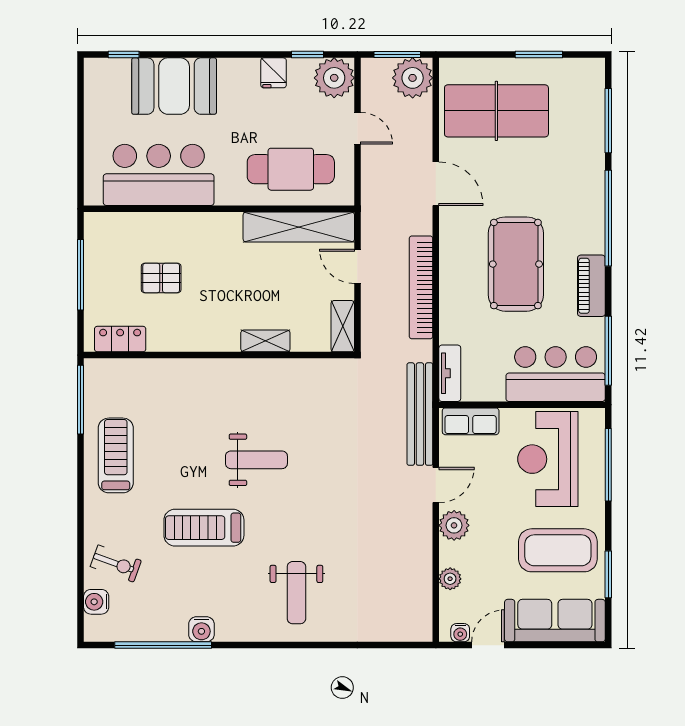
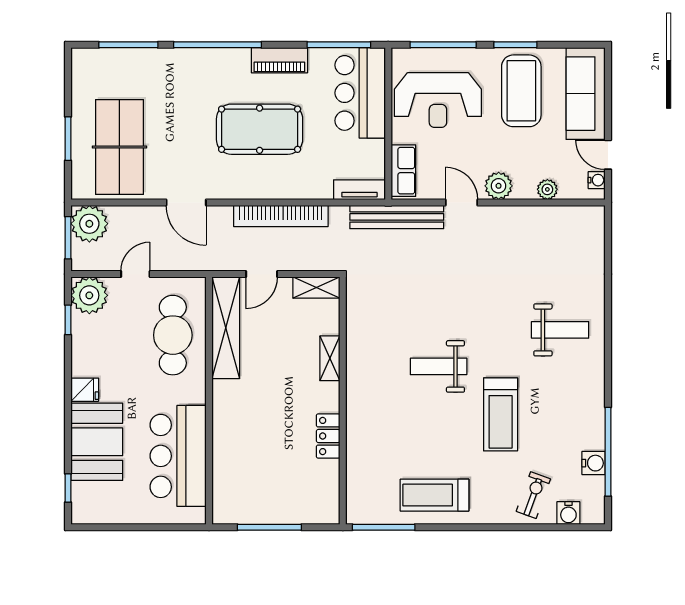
window: (539, 55) -> (68, 139), moved
fridge: (274, 73) -> (85, 390), moved
door: (436, 184) -> (186, 202), swing flipped
pallet: (161, 278) -> (272, 454), removed
locker: (120, 339) -> (328, 436), moved
weight bench: (256, 460) -> (439, 366), turned -90
window: (608, 574) -> (515, 45), moved
water cooler: (201, 629) -> (594, 463), moved

